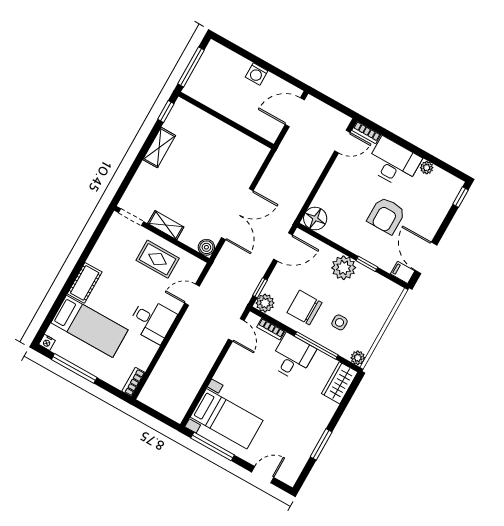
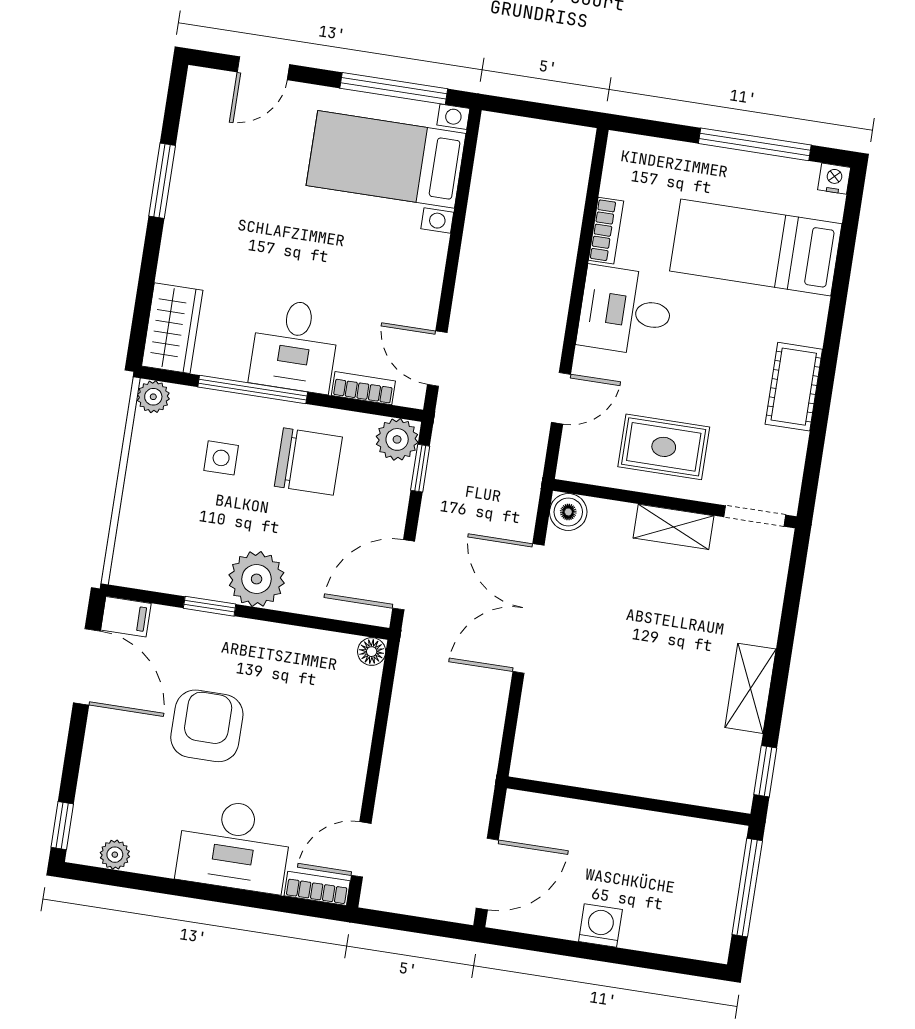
plant: (427, 168) -> (115, 855), moved
floor lamp: (315, 219) -> (372, 652), width x0.53, depth x0.53
cot: (85, 283) -> (794, 387), moved
bookcase: (133, 382) -> (606, 231), moved

